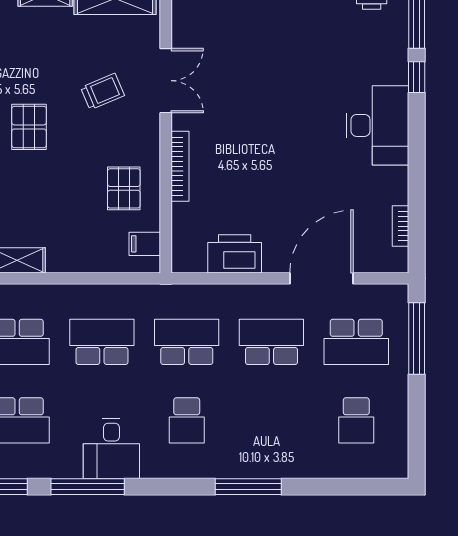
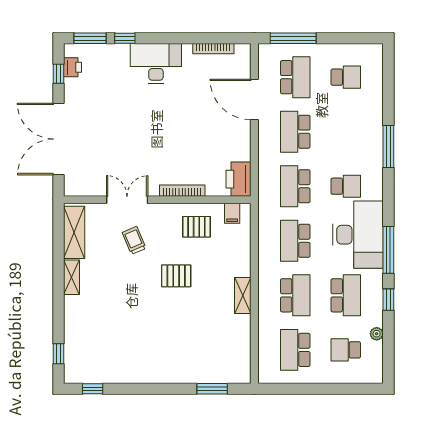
pallet: (29, 127) -> (176, 276), moved
bookcase: (400, 226) -> (213, 49), width x1.56
printer: (235, 254) -> (239, 179), moved
desk: (111, 448) -> (358, 235), width x1.87, depth x1.30

